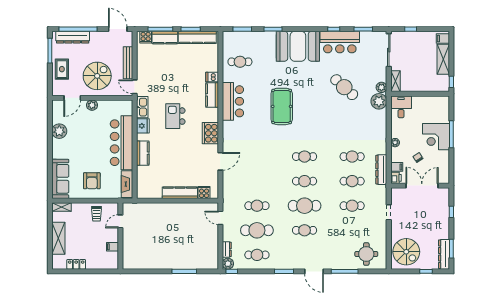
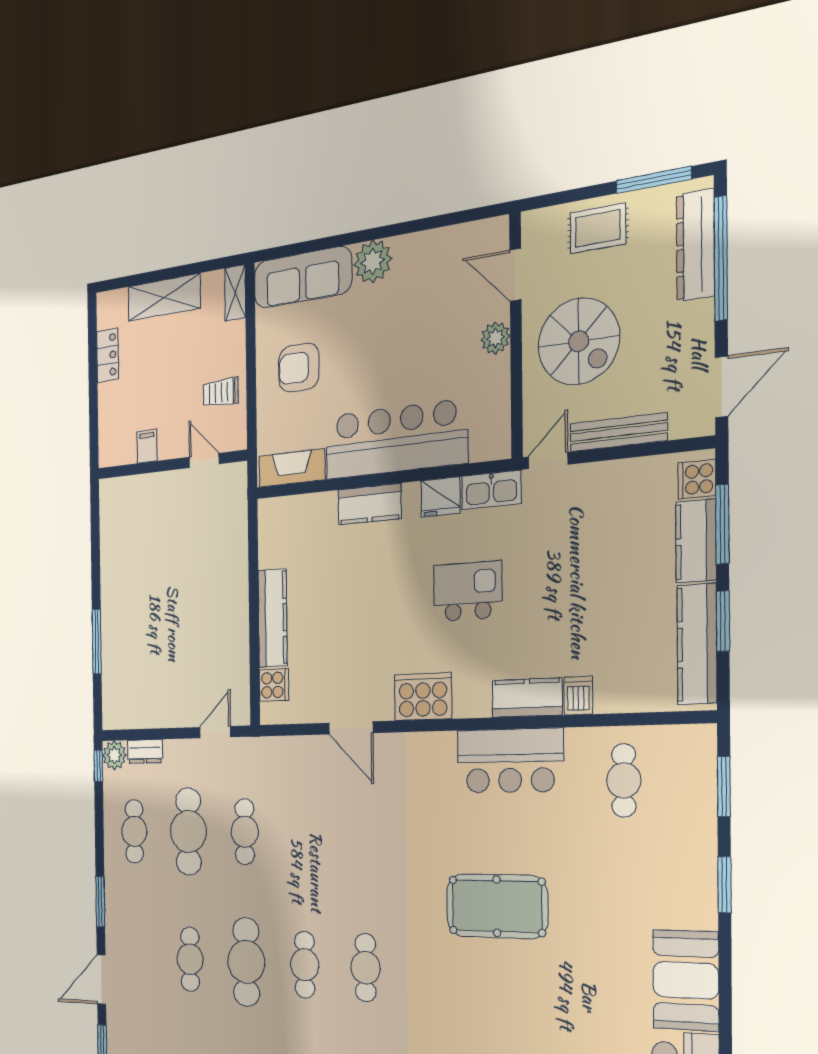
booth: (298, 46) -> (686, 980), width x0.73, depth x0.70
plant: (59, 131) -> (373, 262), moved

